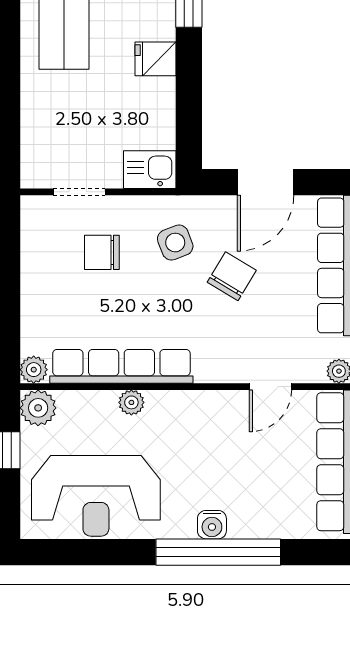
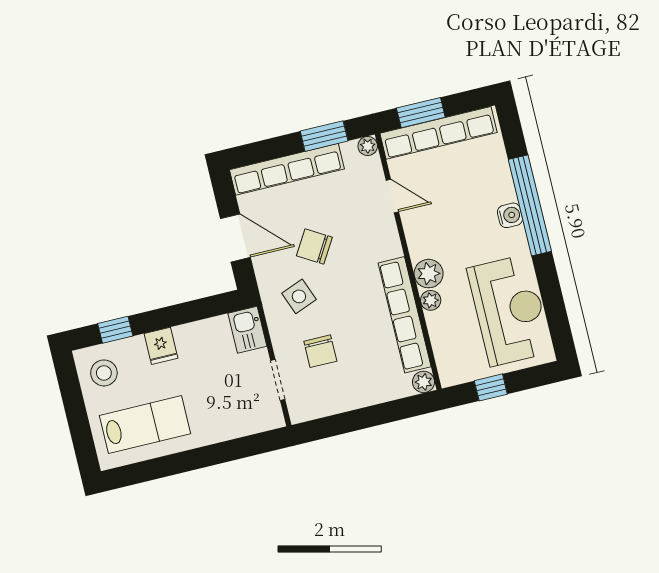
plant: (38, 408) -> (429, 274), moved

